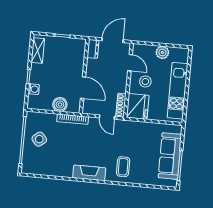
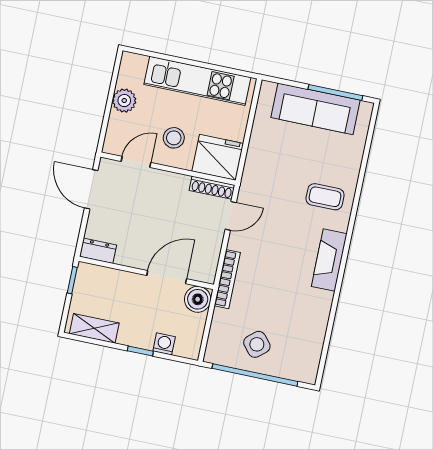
dresser: (93, 49) -> (98, 251), moved
wall: (84, 76) -> (146, 273), moved
door: (83, 88) -> (167, 277), moved

